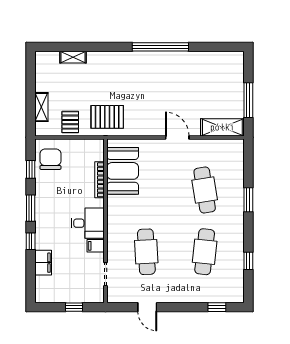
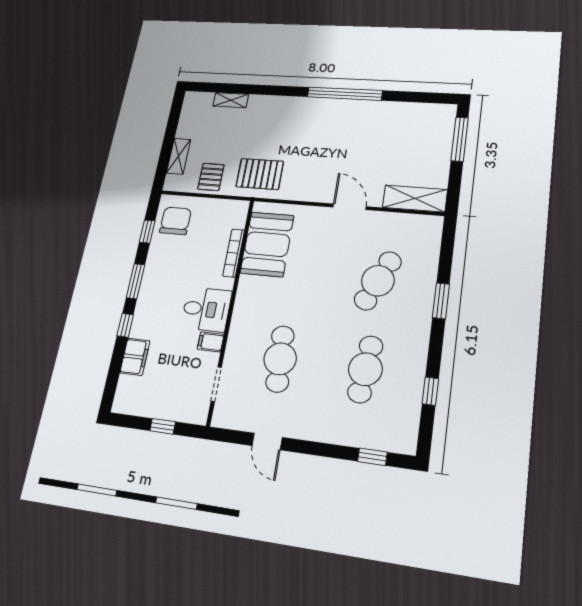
window: (248, 100) -> (460, 139), moved
cafe table: (205, 190) -> (378, 281), turned 33

